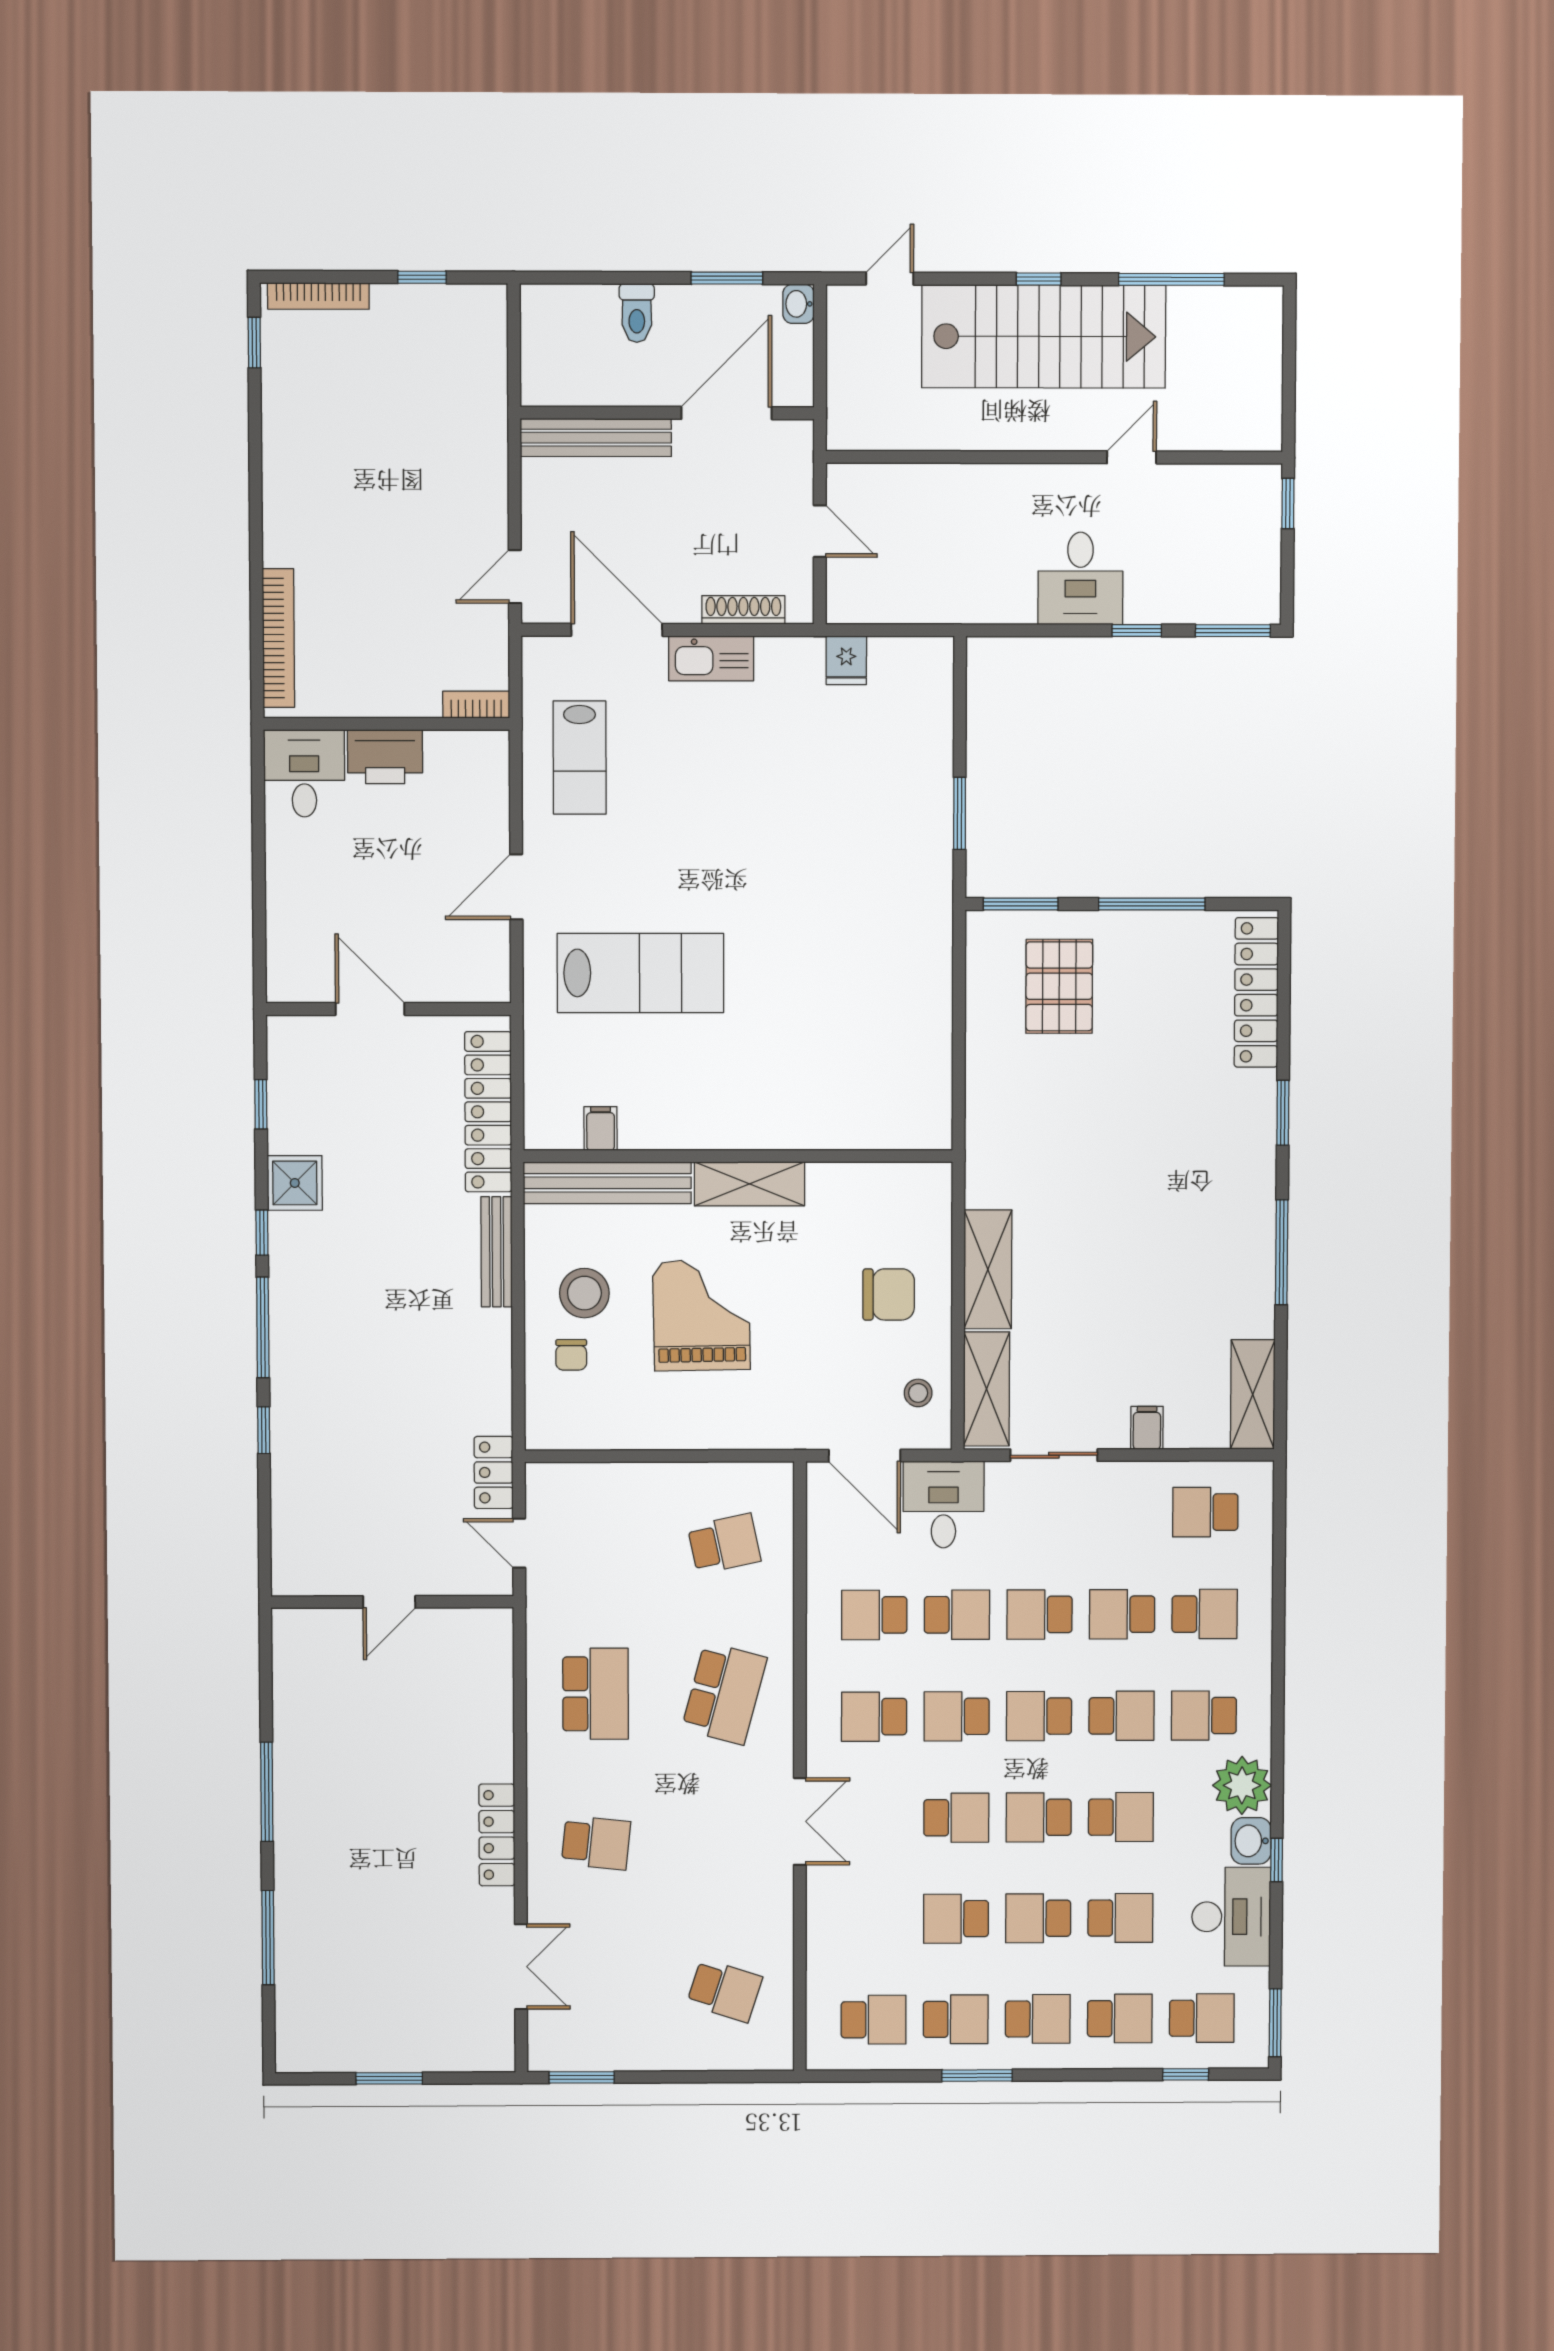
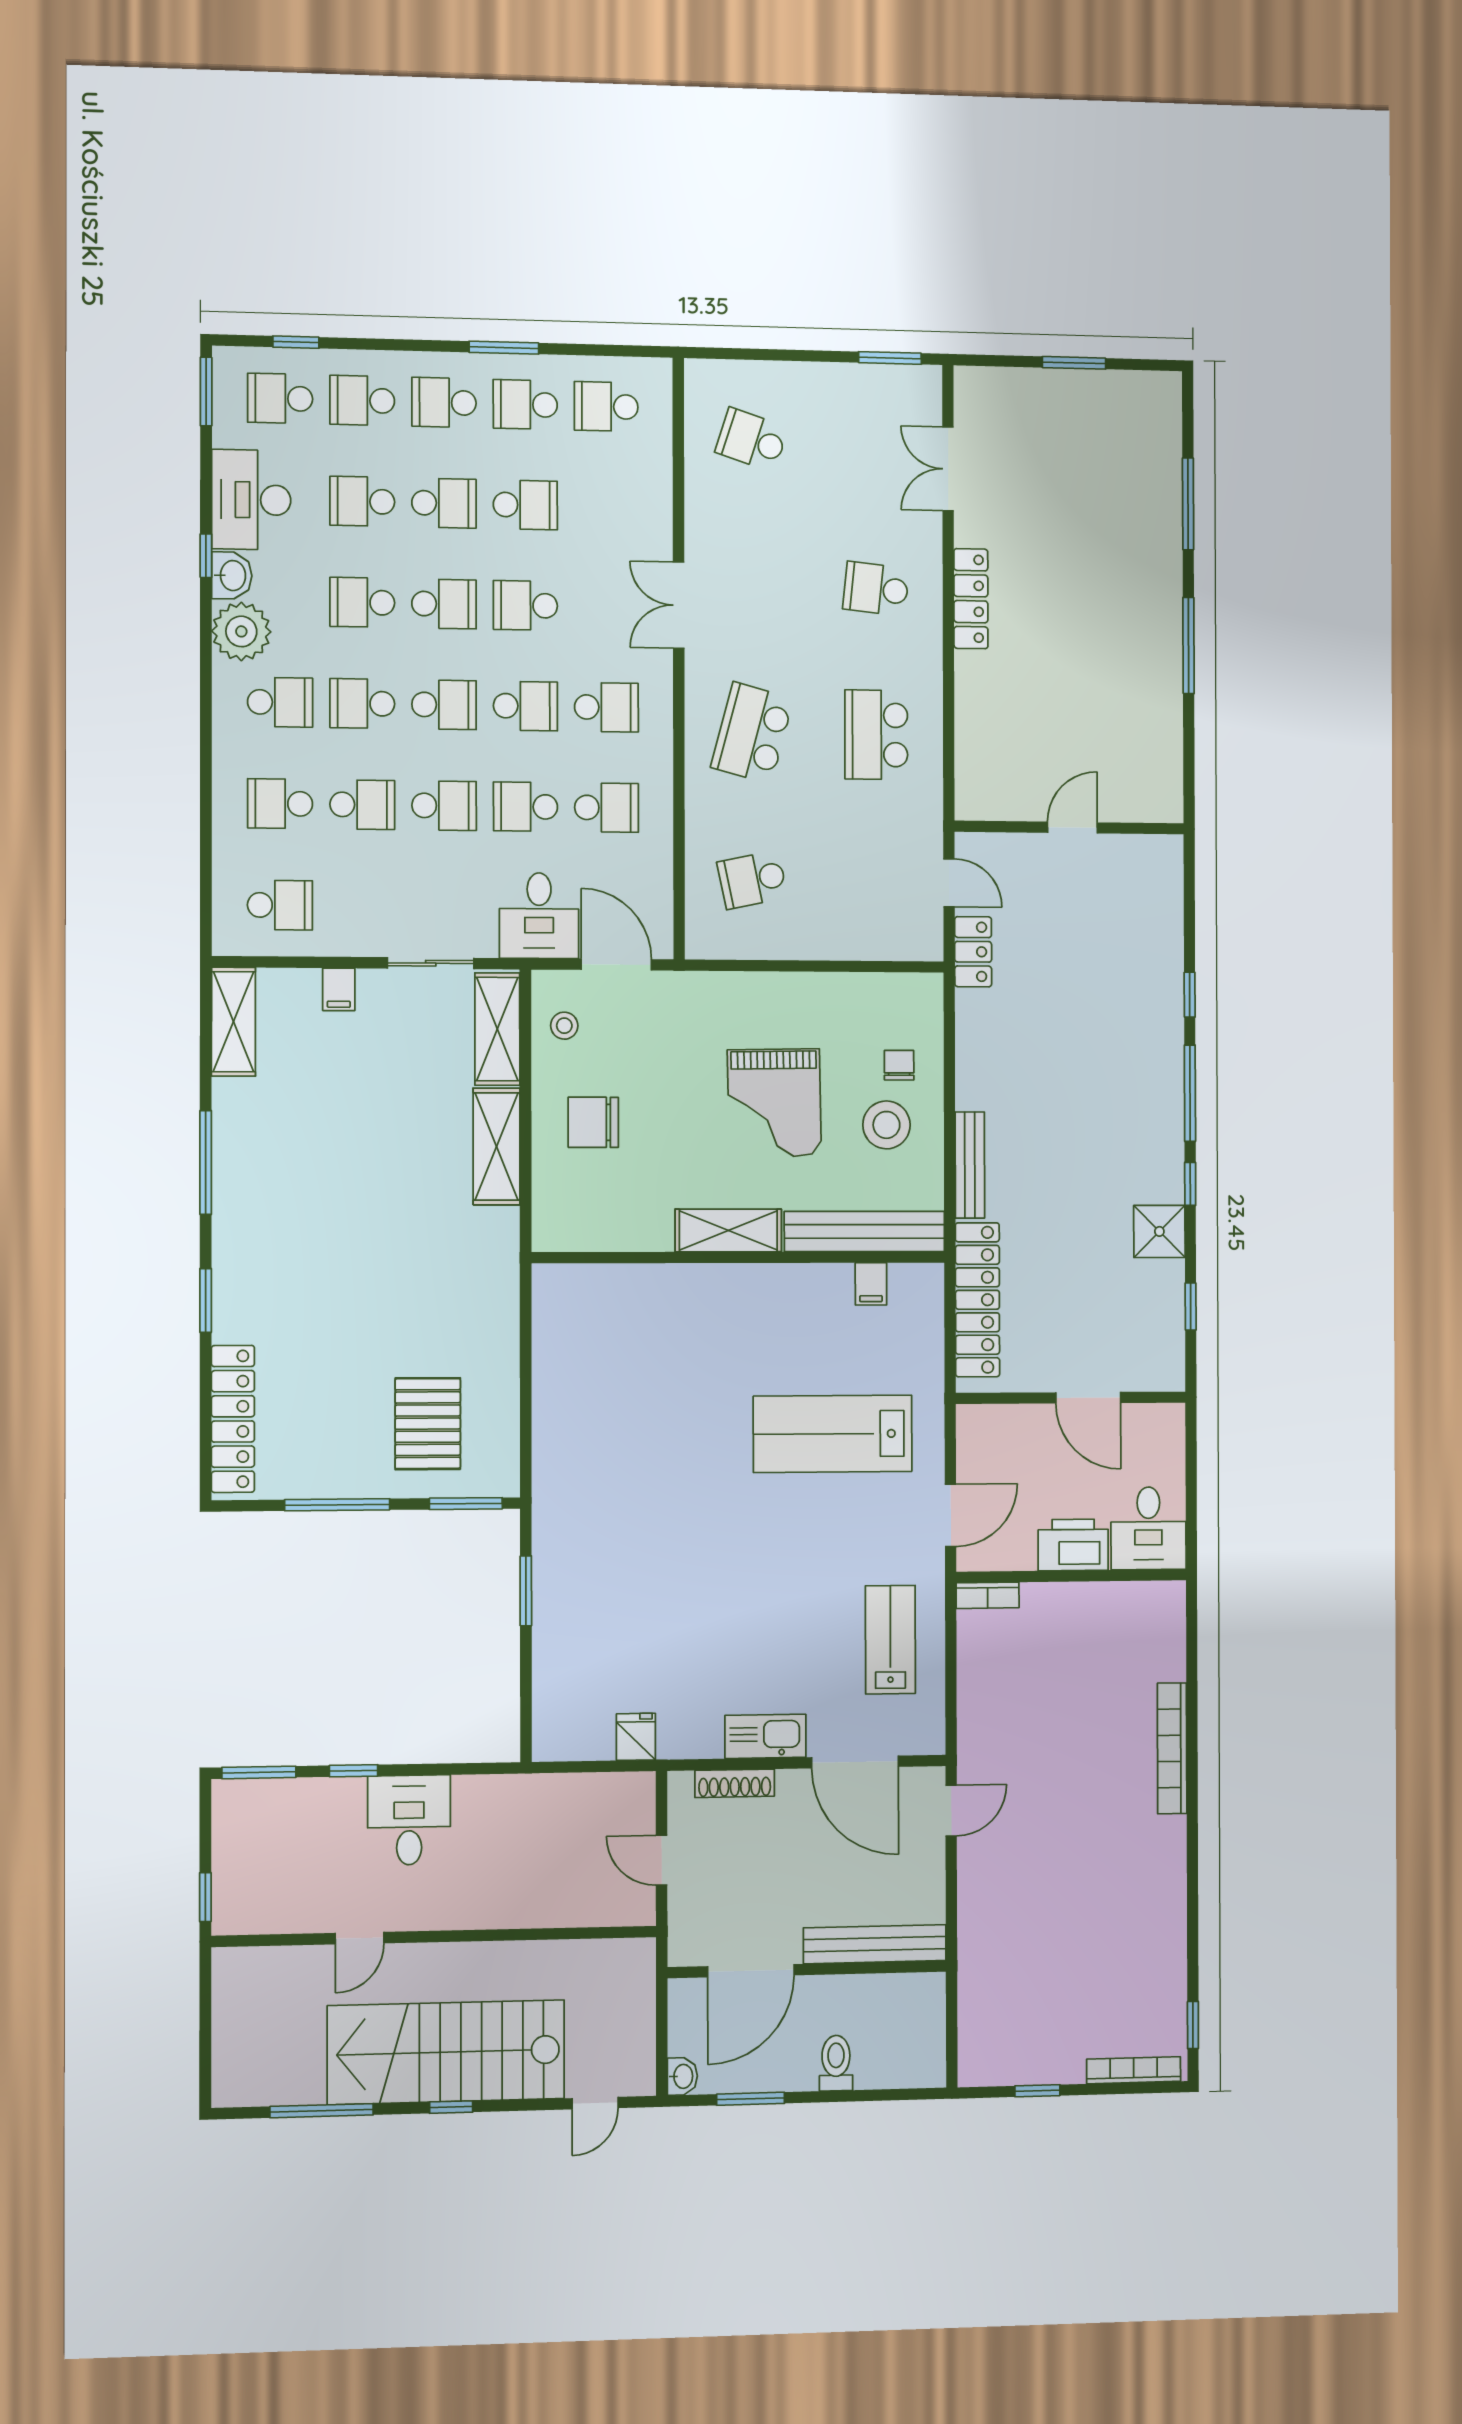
bookcase: (476, 705) -> (988, 1595), moved
wall: (387, 724) -> (1072, 1576), moved
printer: (385, 757) -> (1073, 1545), moved
desk: (304, 773) -> (1148, 1528), moved

